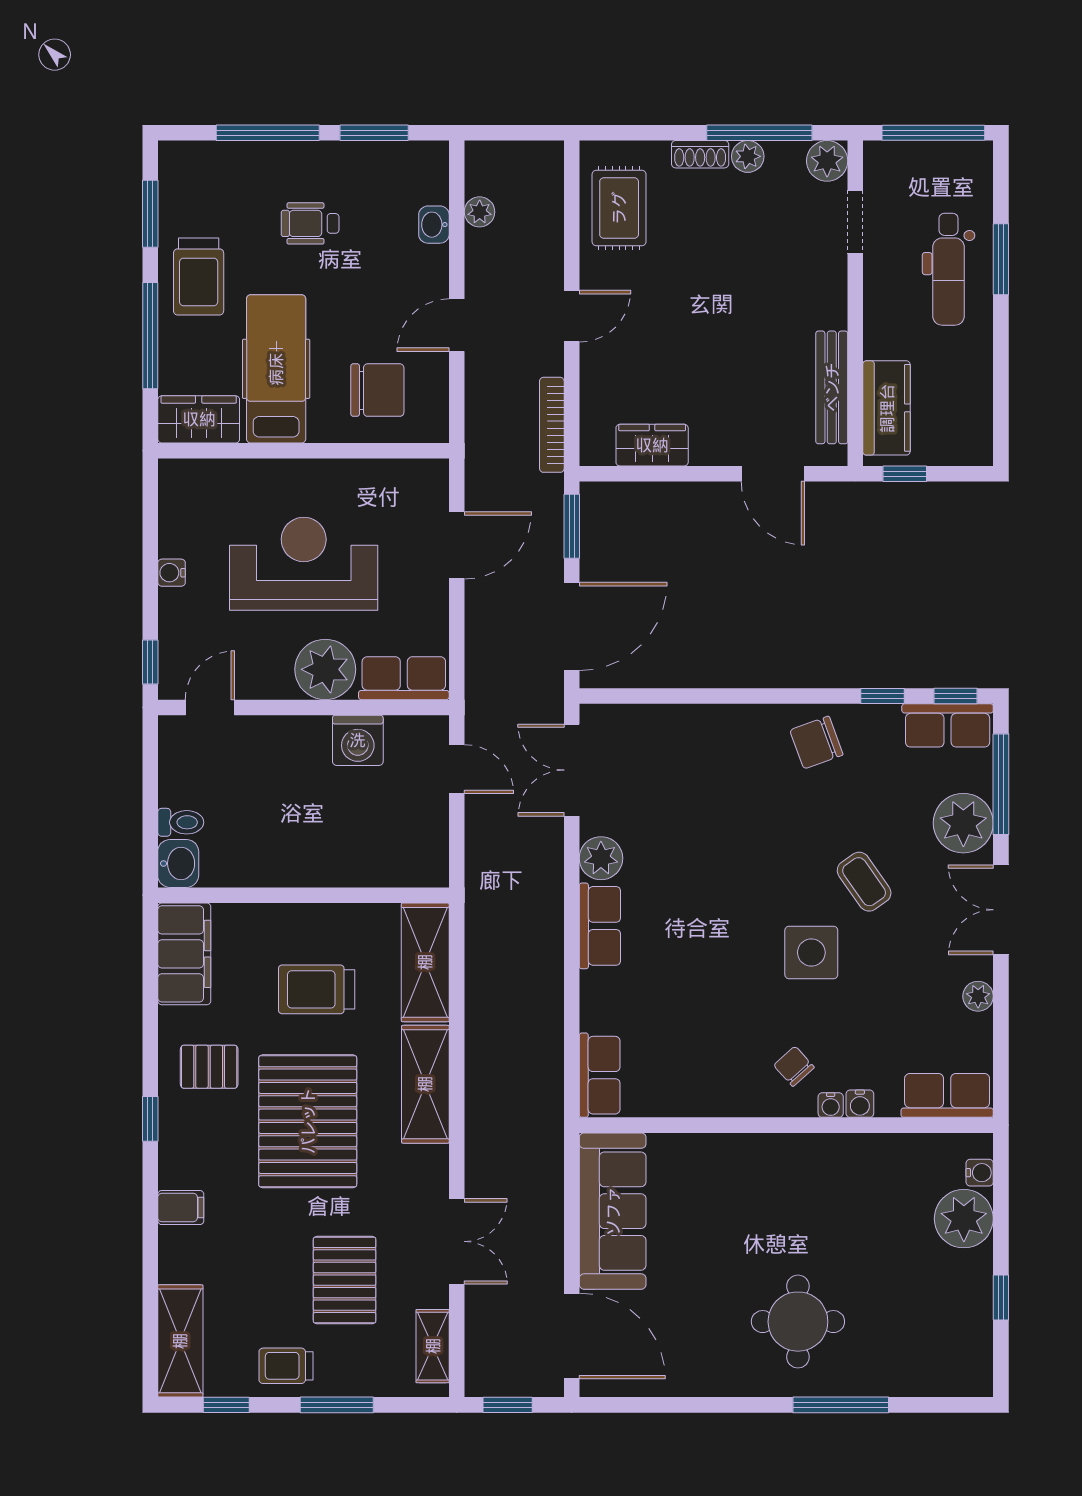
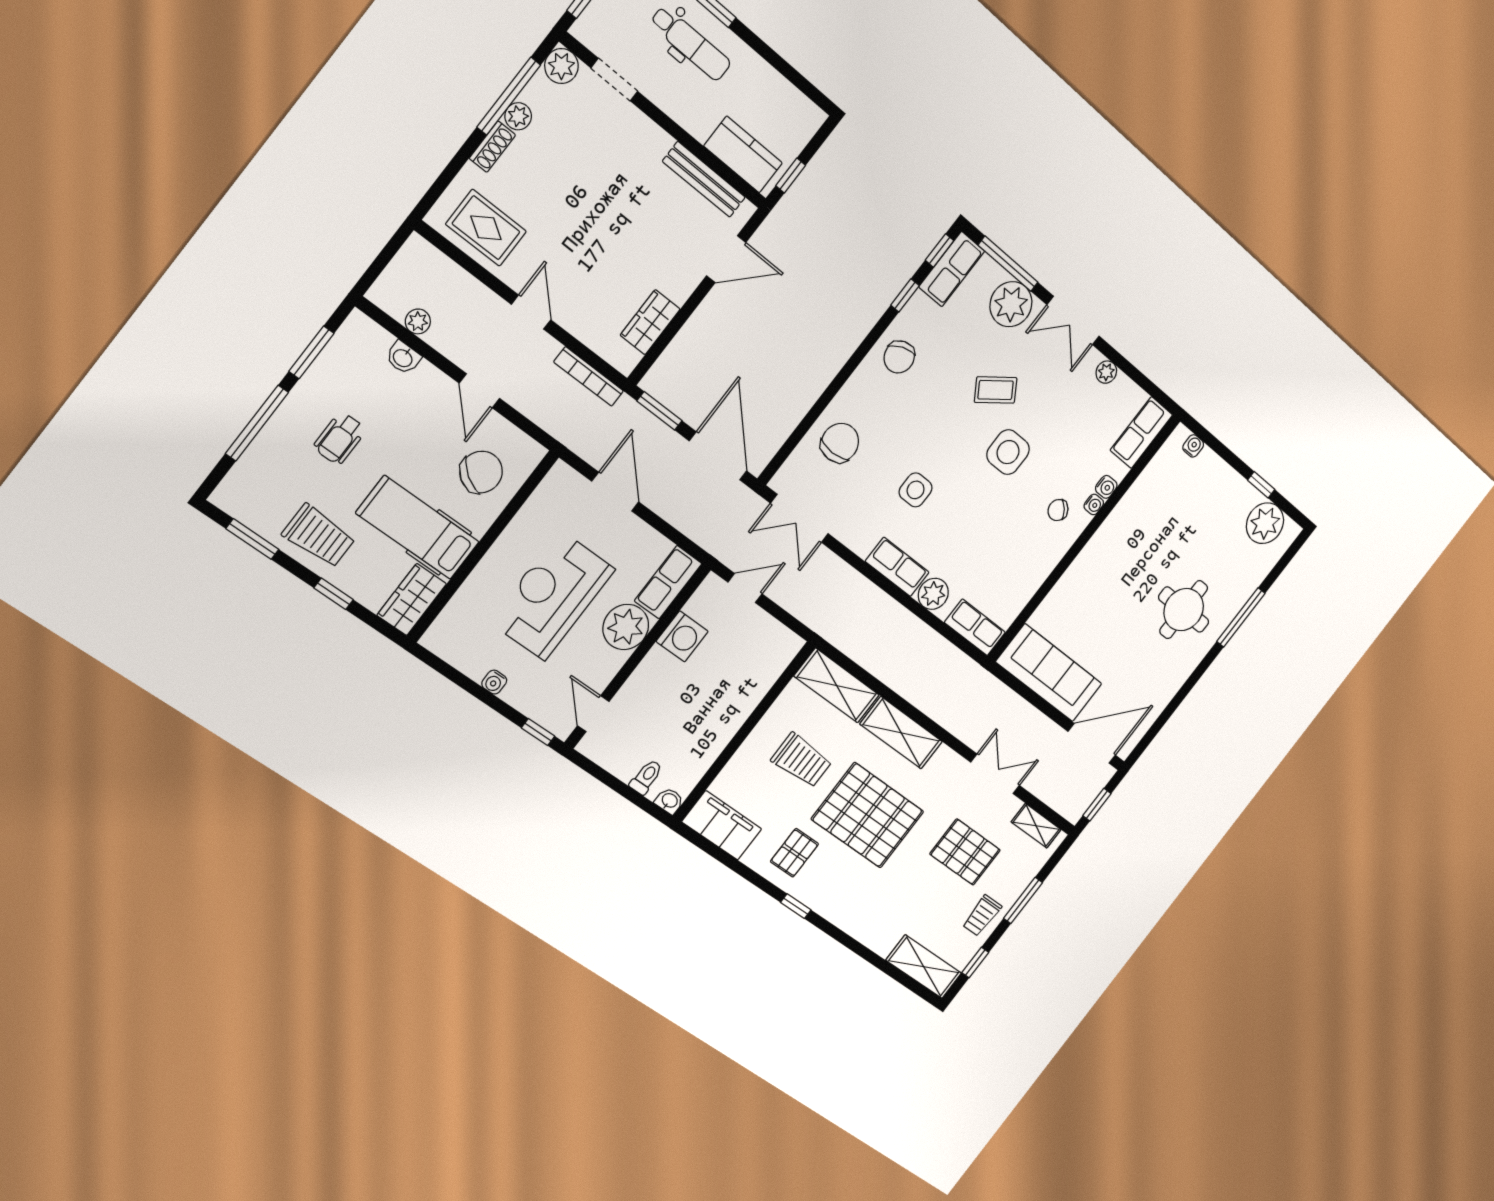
window: (150, 336) -> (334, 594), width x0.46
chair: (377, 390) -> (481, 472), turned 33
chair: (682, 750) -> (840, 443), added
plant: (601, 858) -> (933, 594), moved
washbasin: (178, 863) -> (669, 801), width x0.72, depth x0.69
side table: (695, 878) -> (916, 490), added
trolley: (317, 989) -> (802, 760), turned -90
filing cabinet: (181, 1208) -> (856, 920), removed
plant: (964, 1219) -> (1265, 523), moved

